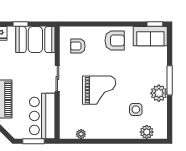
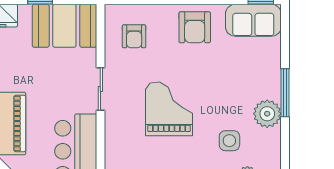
armchair: (115, 40) -> (195, 27), turned 90
armchair: (78, 46) -> (134, 36), turned -90
grand piano: (99, 90) -> (169, 109), turned -90

